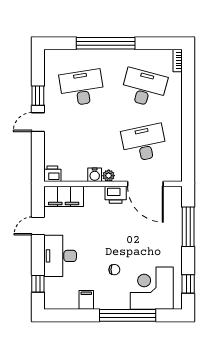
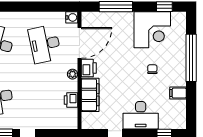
printer: (52, 174) -> (71, 100), moved
water cooler: (95, 175) -> (72, 17), moved
filing cabinet: (64, 196) -> (90, 95), moved
corner desk: (152, 288) -> (152, 30), moved, turned -90

